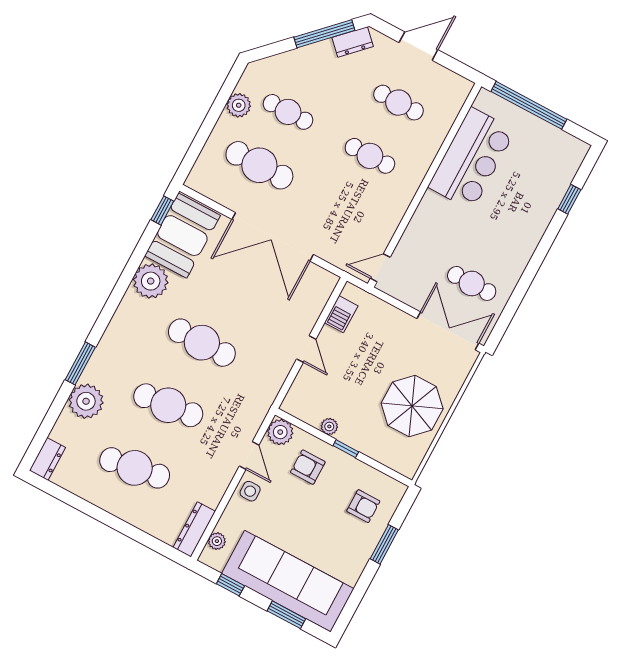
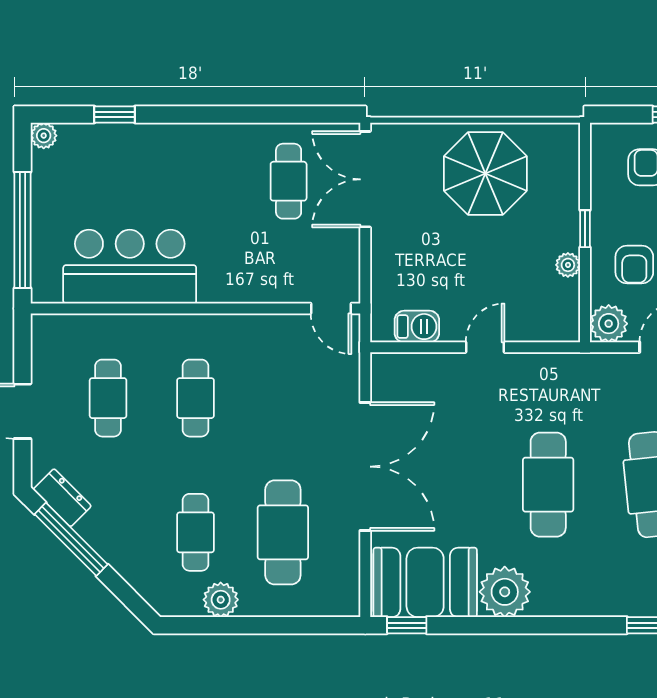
plant: (580, 149) -> (44, 136), added

